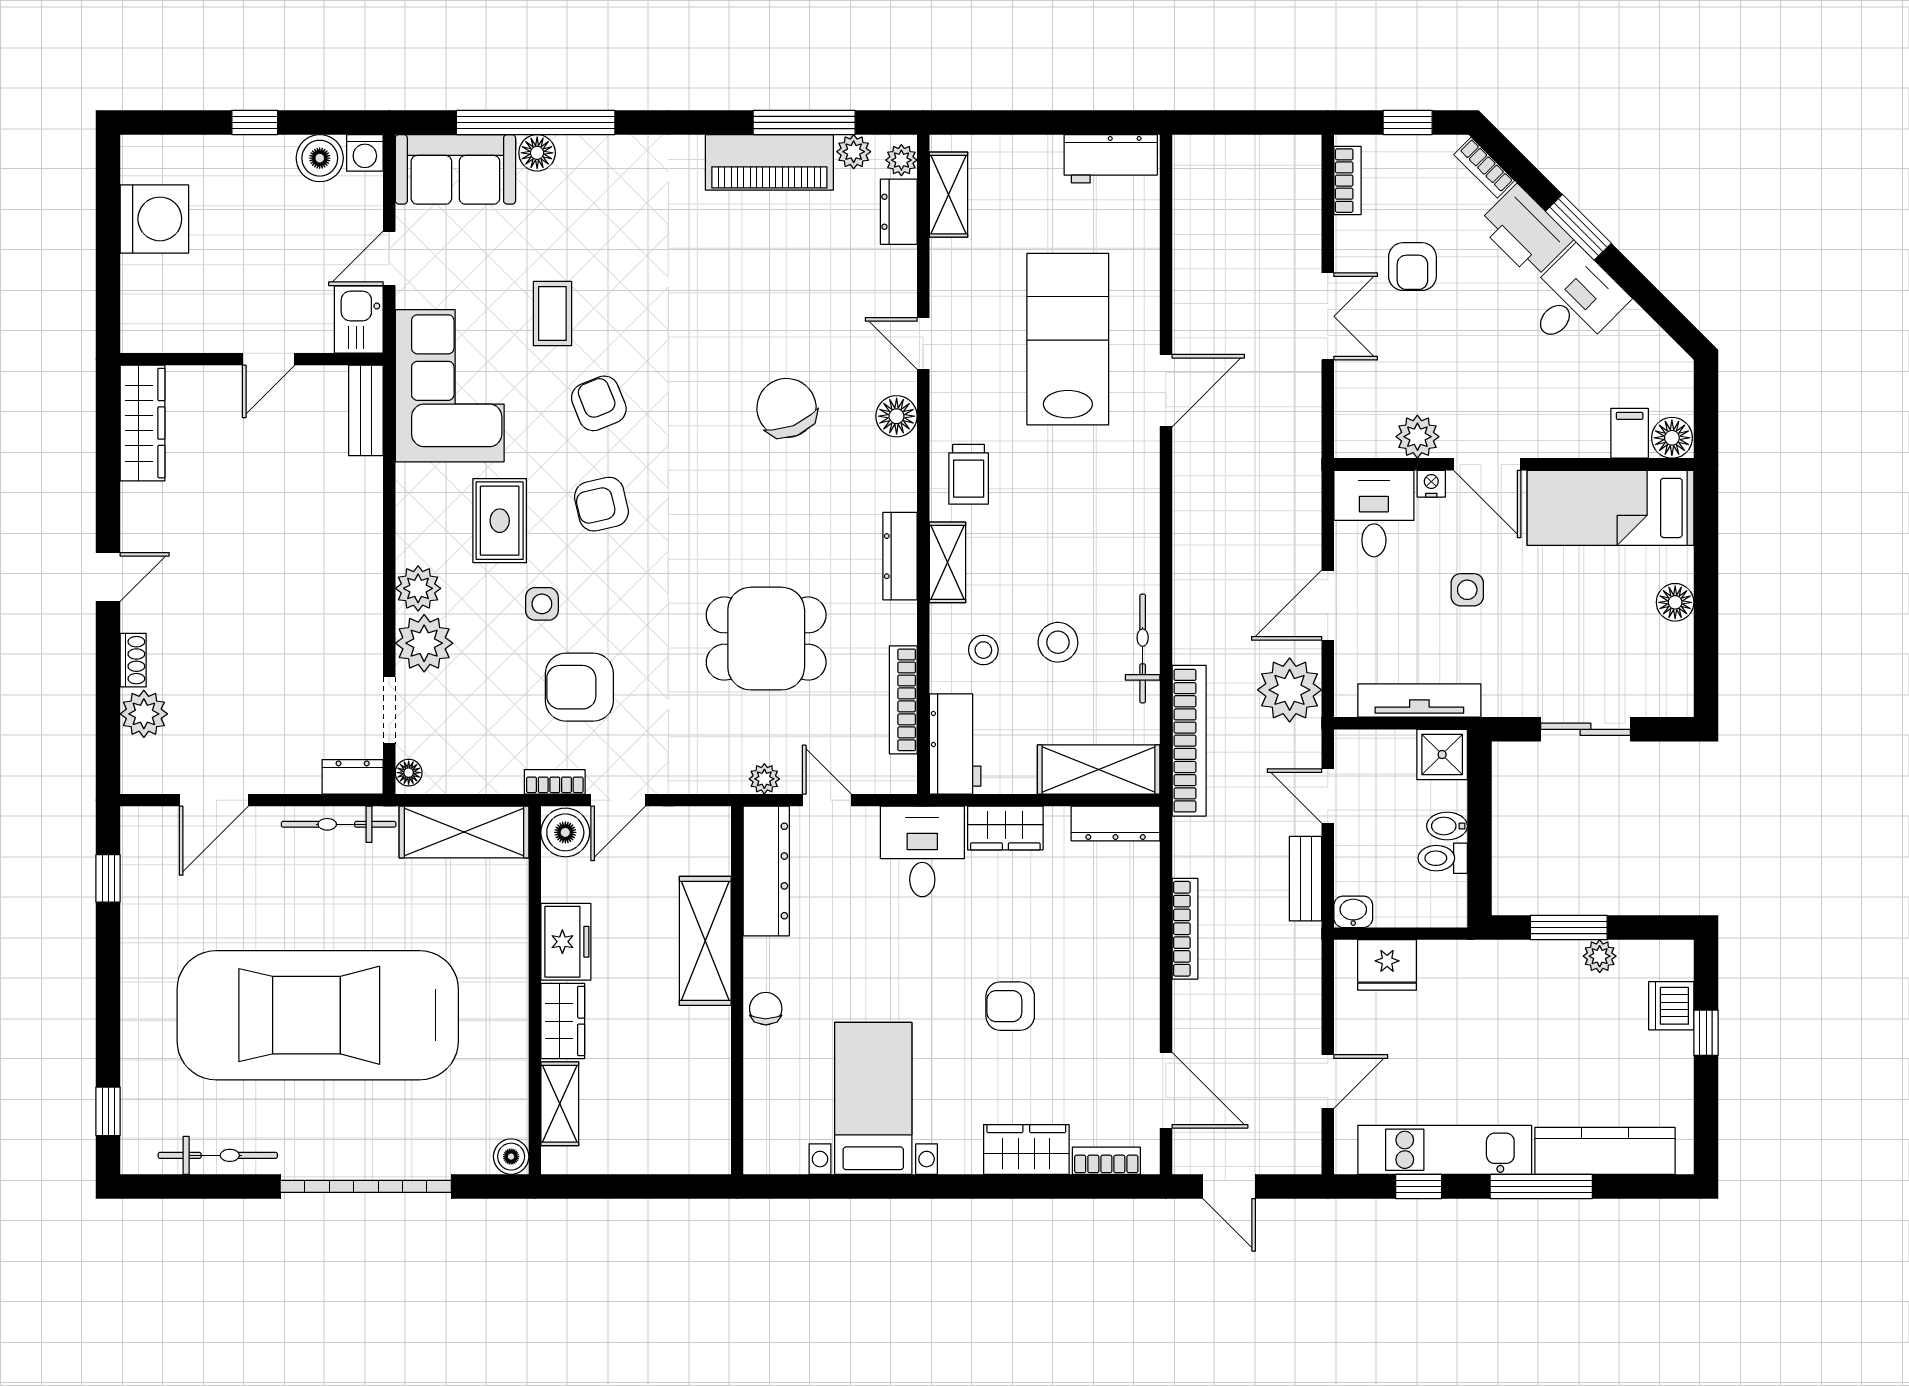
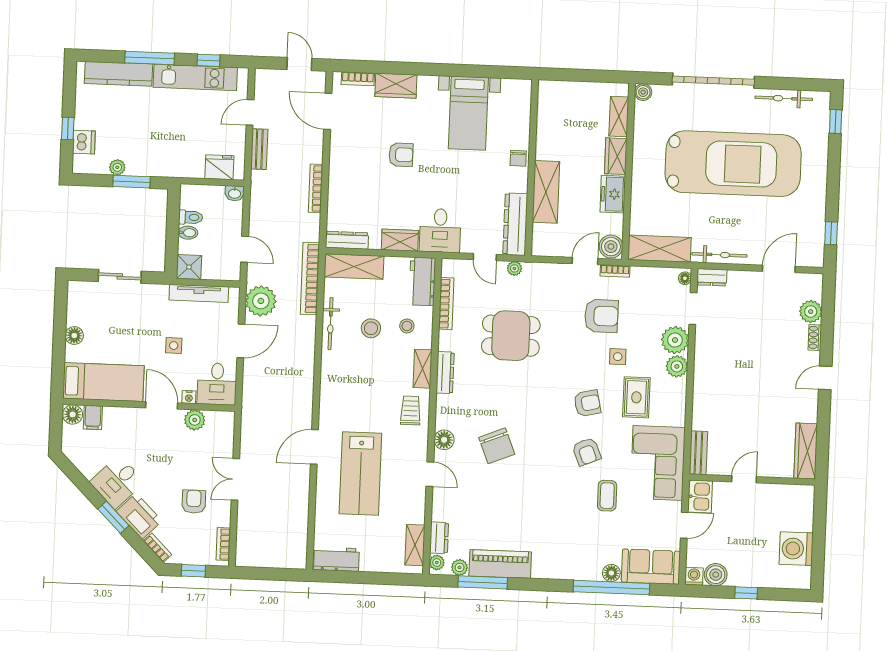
bench: (1306, 879) -> (259, 149), moved

